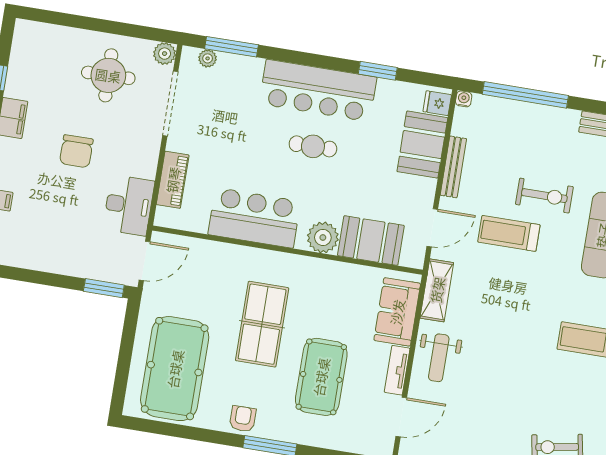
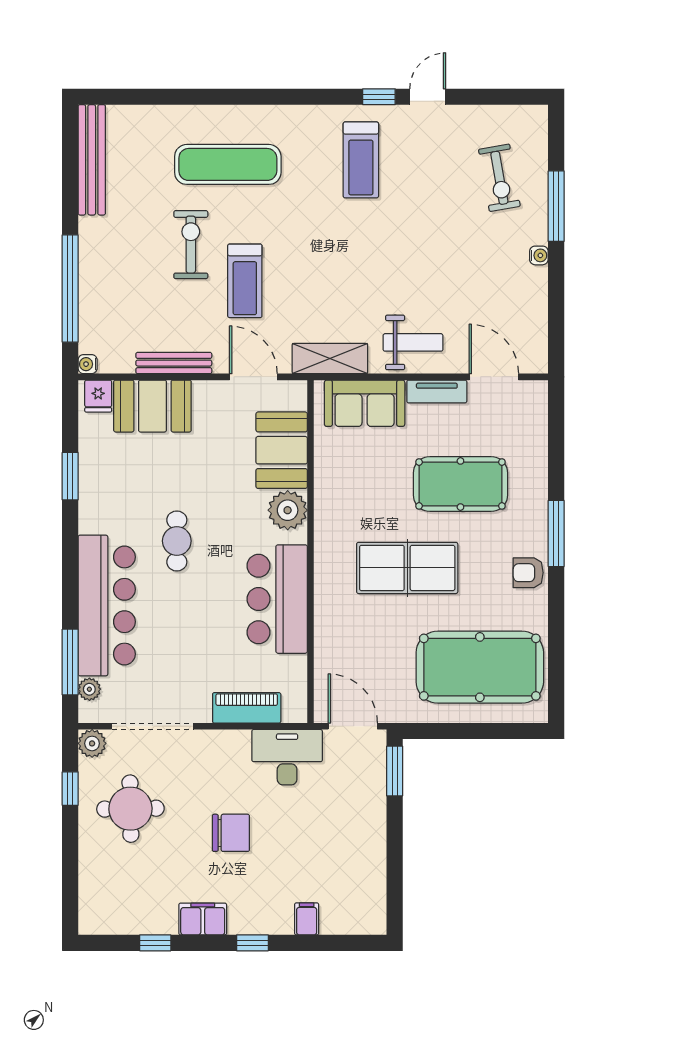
window: (132, 30) -> (70, 789), added
bar counter: (318, 90) -> (107, 605), moved

